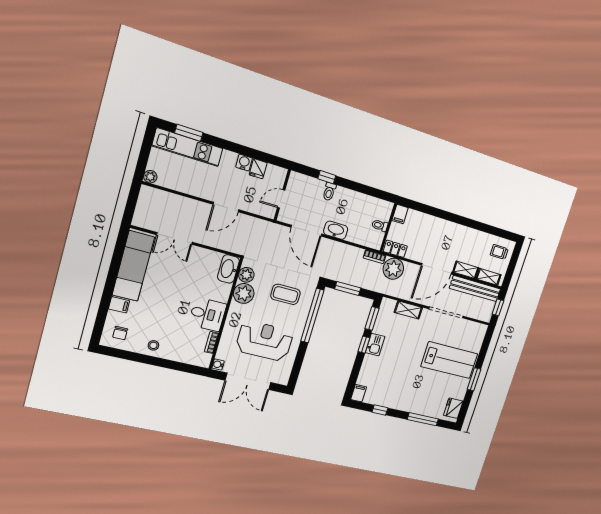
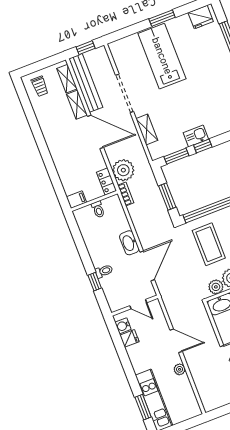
water cooler: (244, 163) -> (123, 326), moved
plant: (150, 177) -> (180, 369), moved
coffee table: (286, 294) -> (209, 244), width x1.36, depth x1.32

